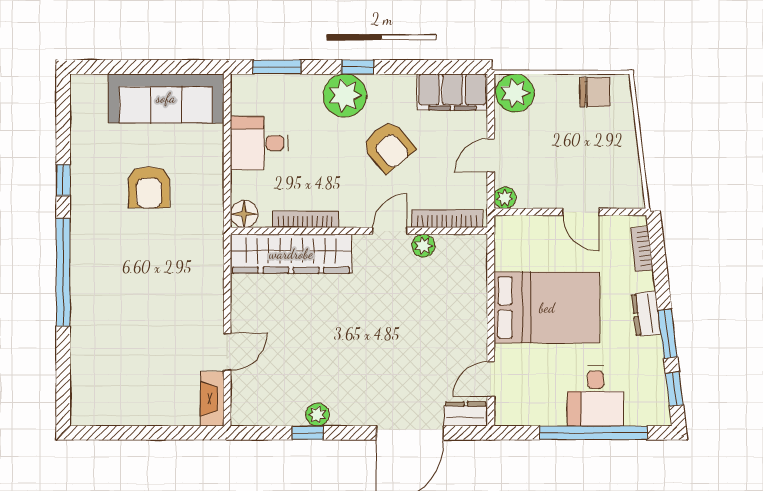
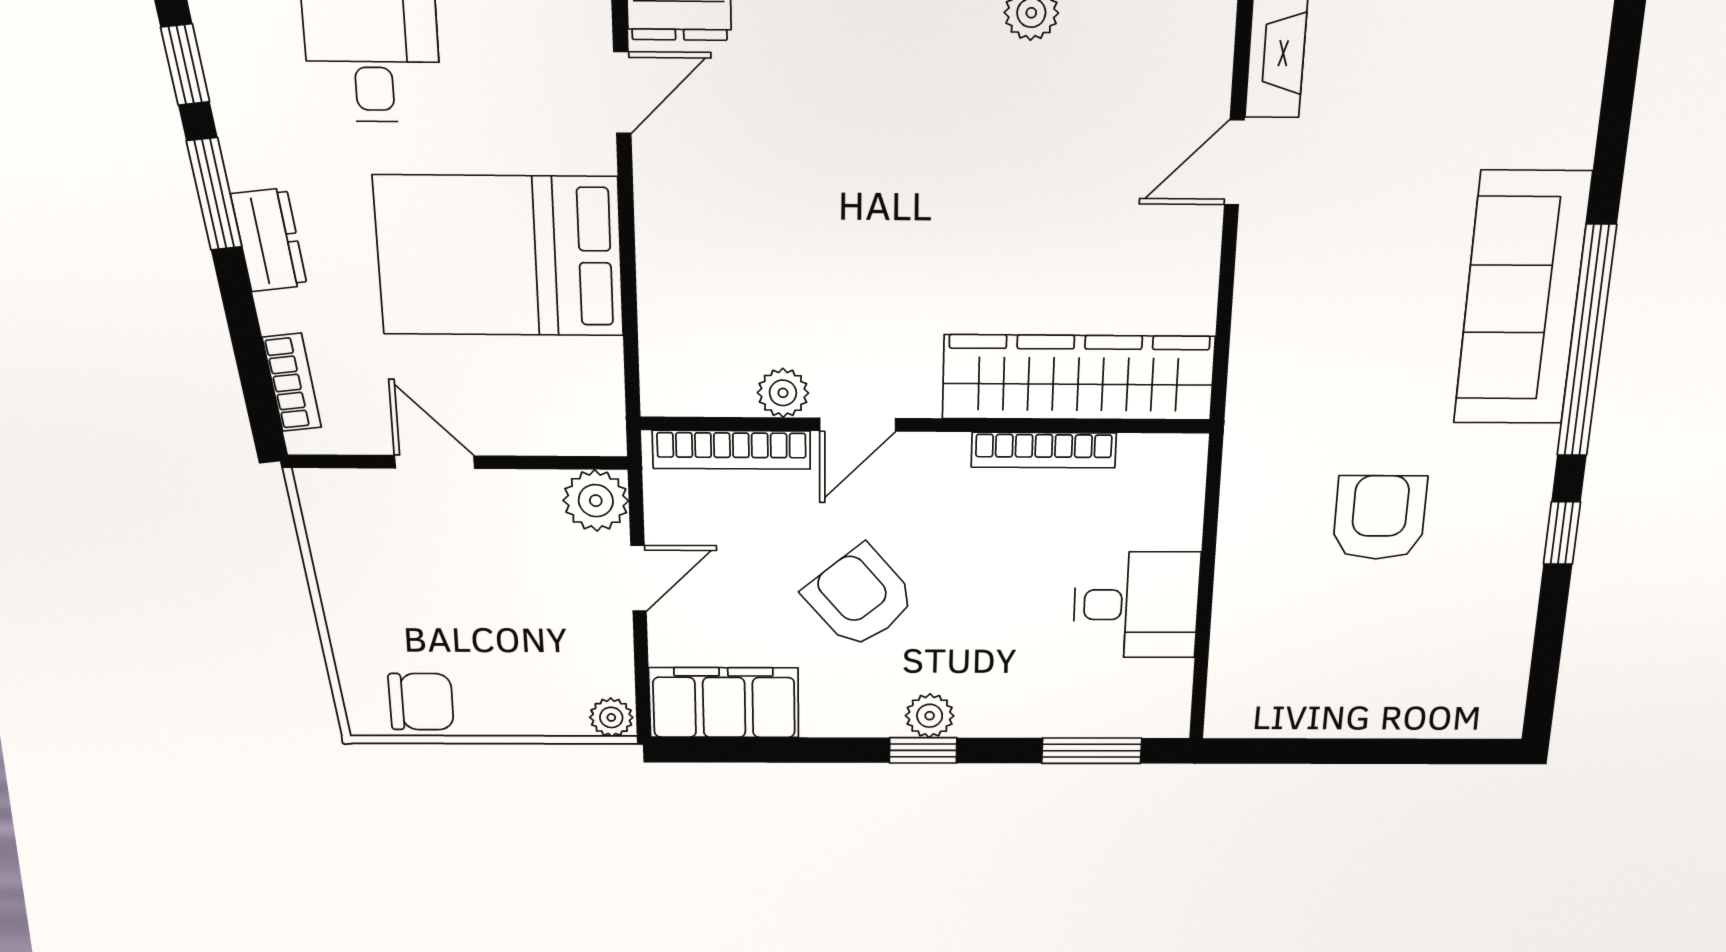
chair: (595, 92) -> (421, 702), turned 180
plant: (515, 93) -> (611, 717), width x0.53, depth x0.53
plant: (345, 96) -> (930, 716), width x0.53, depth x0.53
sofa: (166, 98) -> (1522, 299), moved, turned -90
plant: (505, 198) -> (596, 501), width x1.38, depth x1.38
floor lamp: (244, 214) -> (1177, 462), removed

